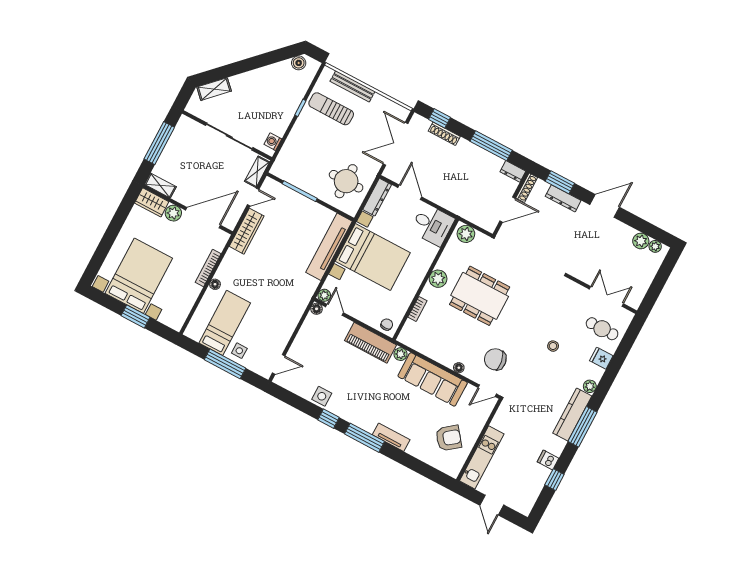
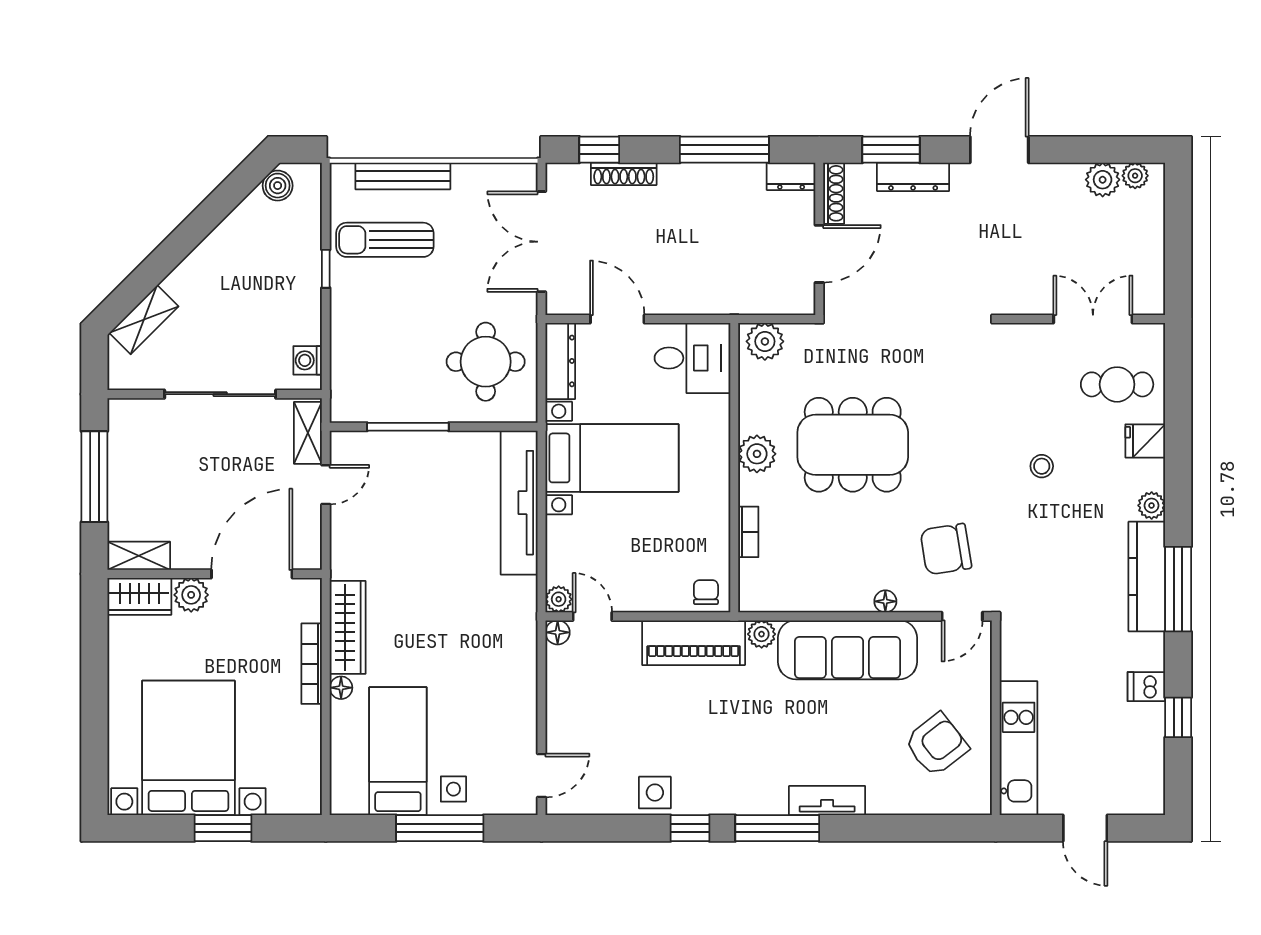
wardrobe: (247, 231) -> (348, 627), moved
bed with nightstands: (373, 257) -> (612, 458), width x0.73

